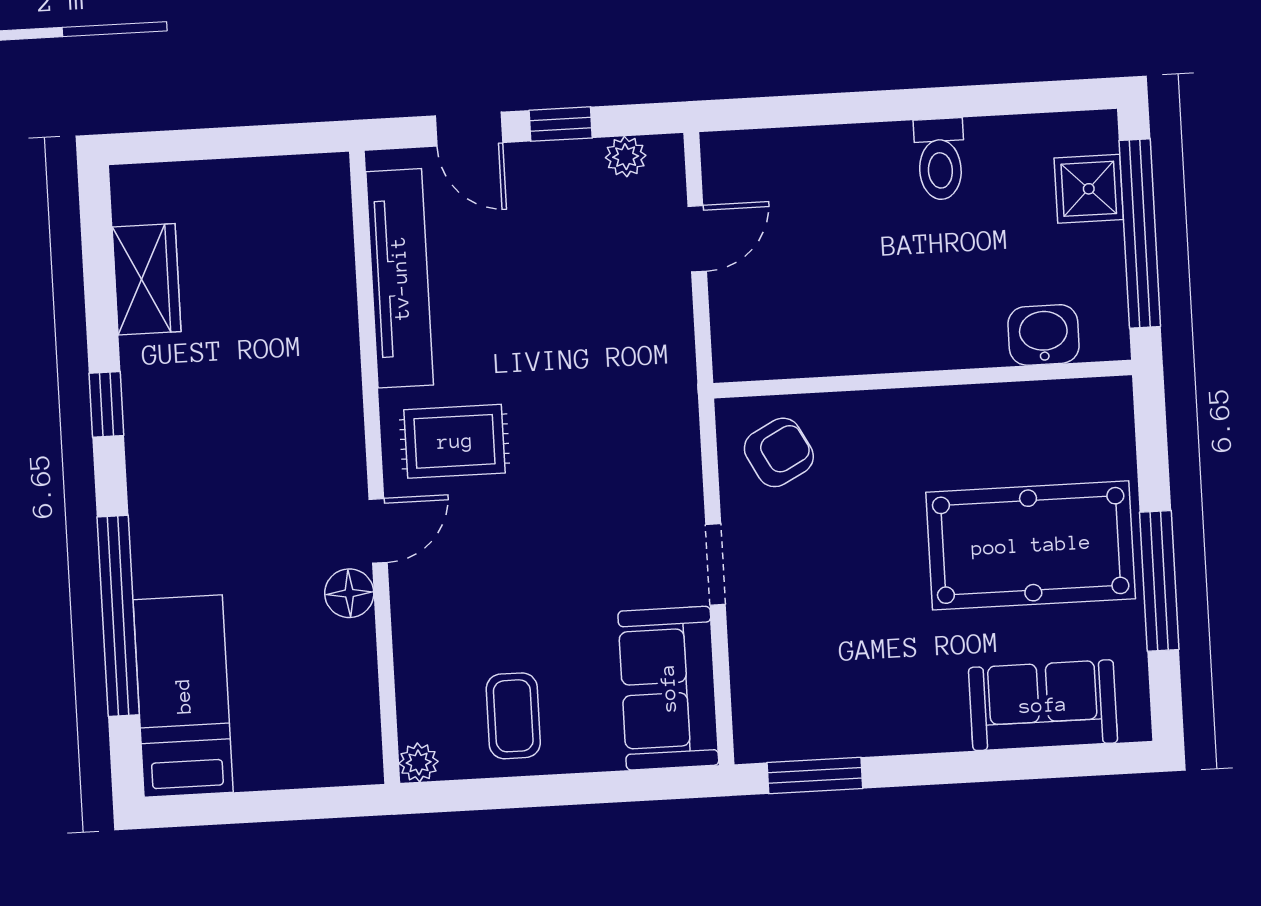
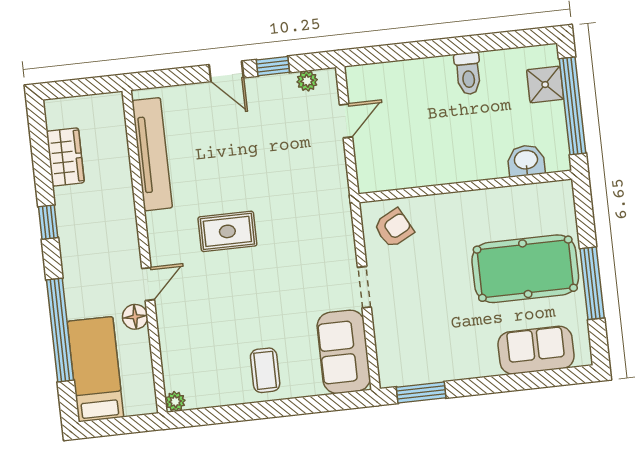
tv unit: (400, 278) -> (152, 154), moved
wall: (375, 467) -> (145, 252), moved
door: (378, 531) -> (148, 284), moved
floor lamp: (349, 593) -> (135, 317), moved
plant: (419, 762) -> (175, 401), moved

